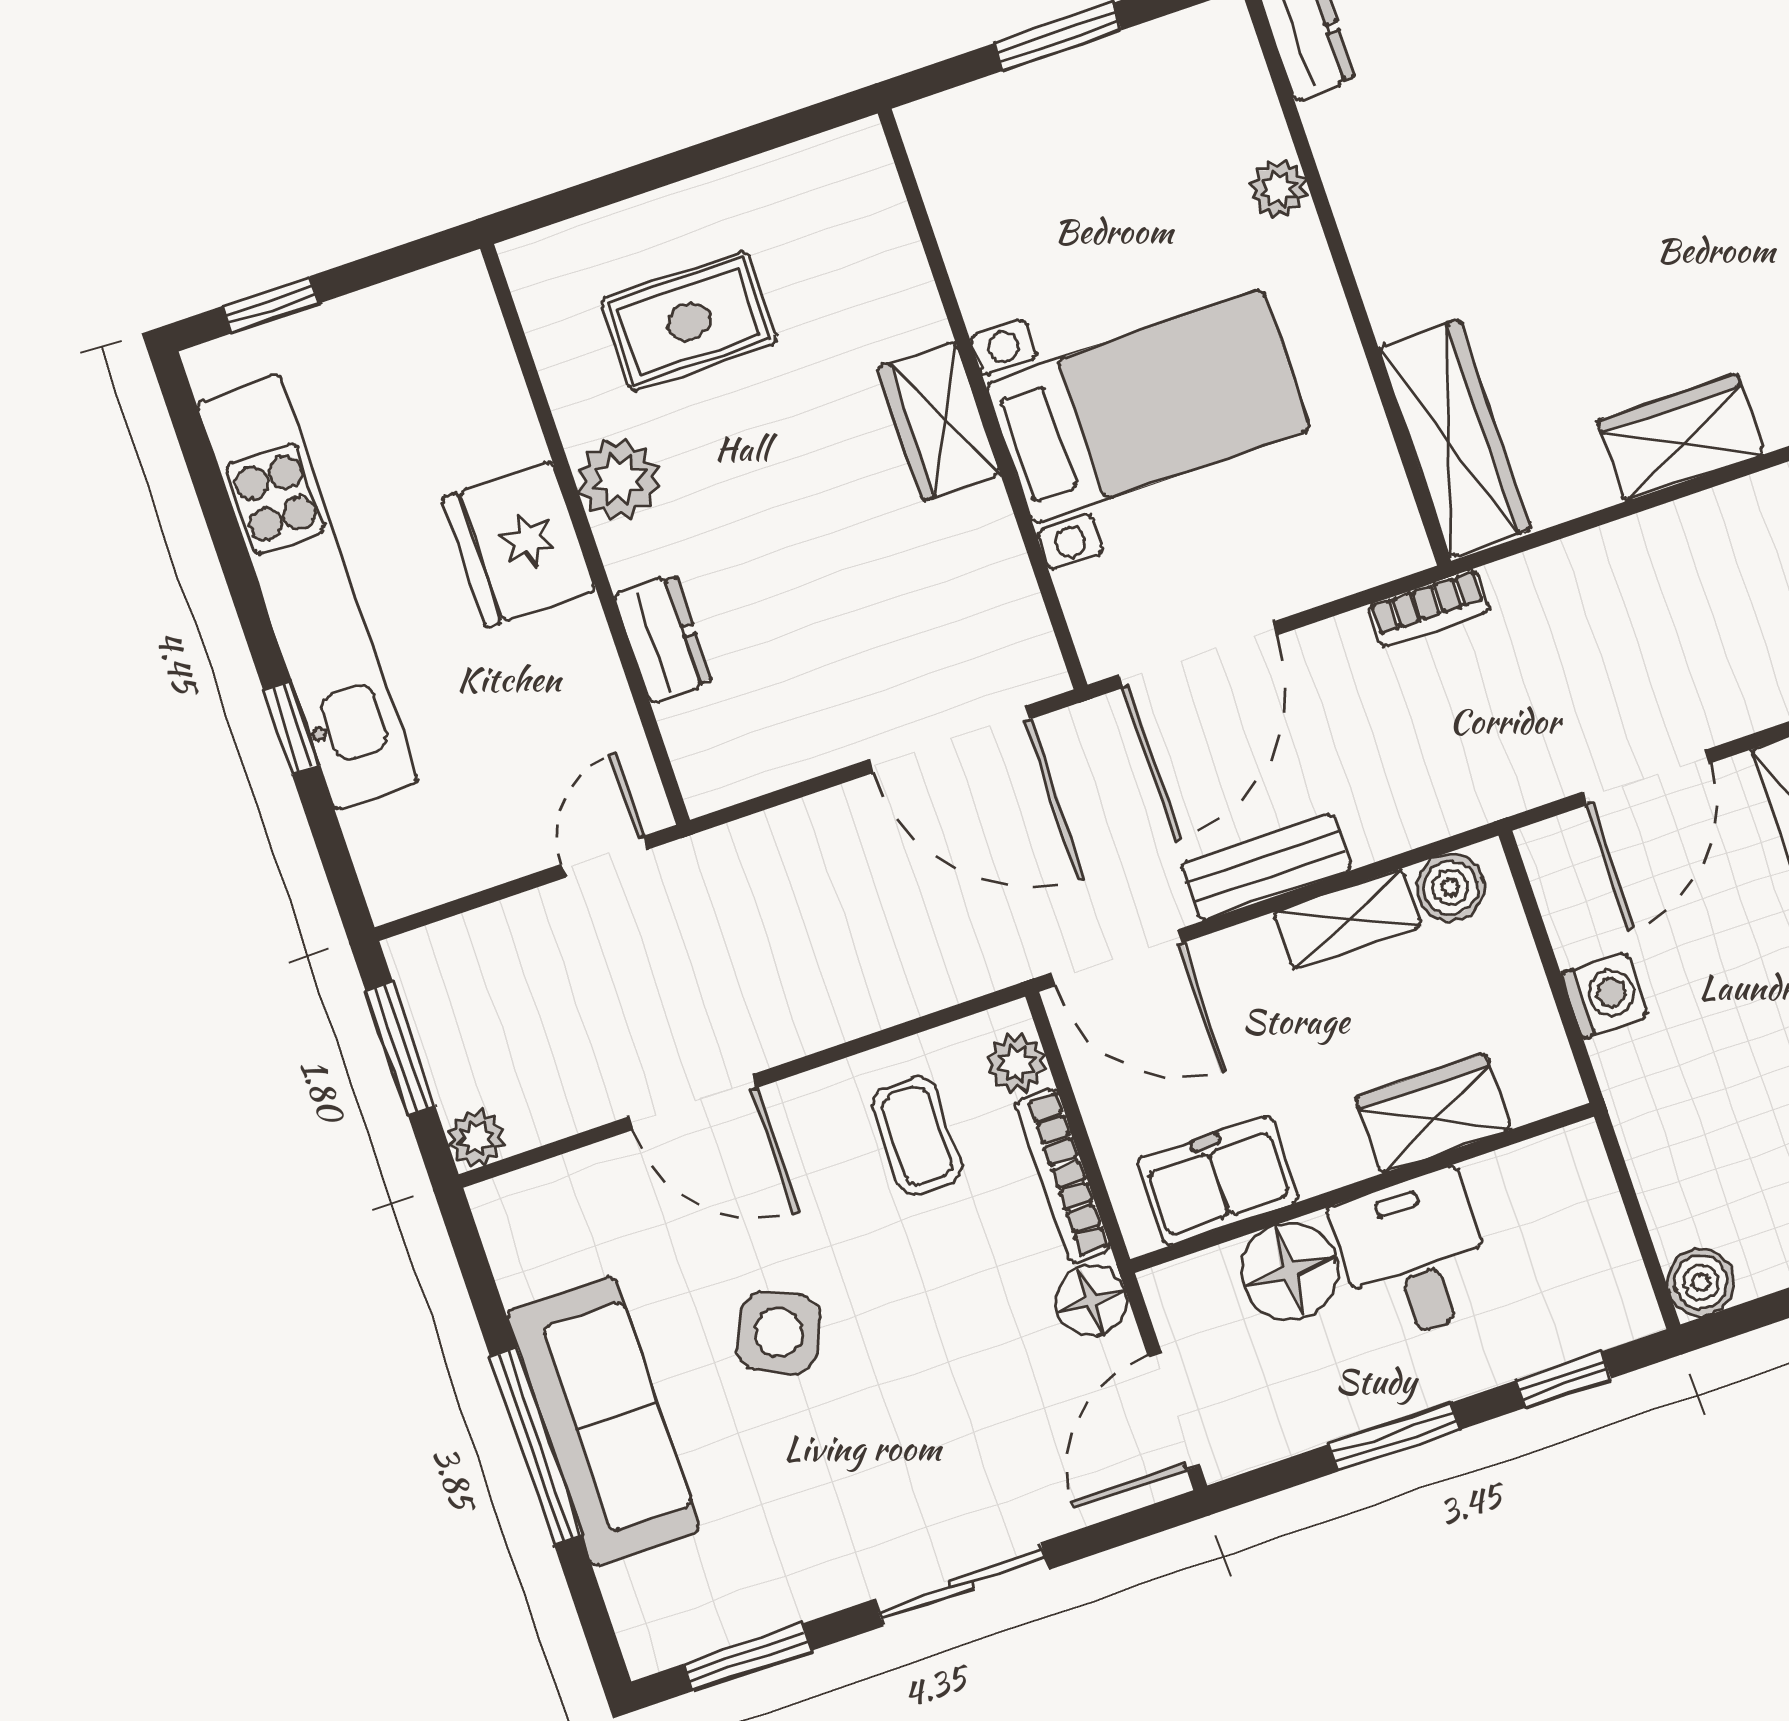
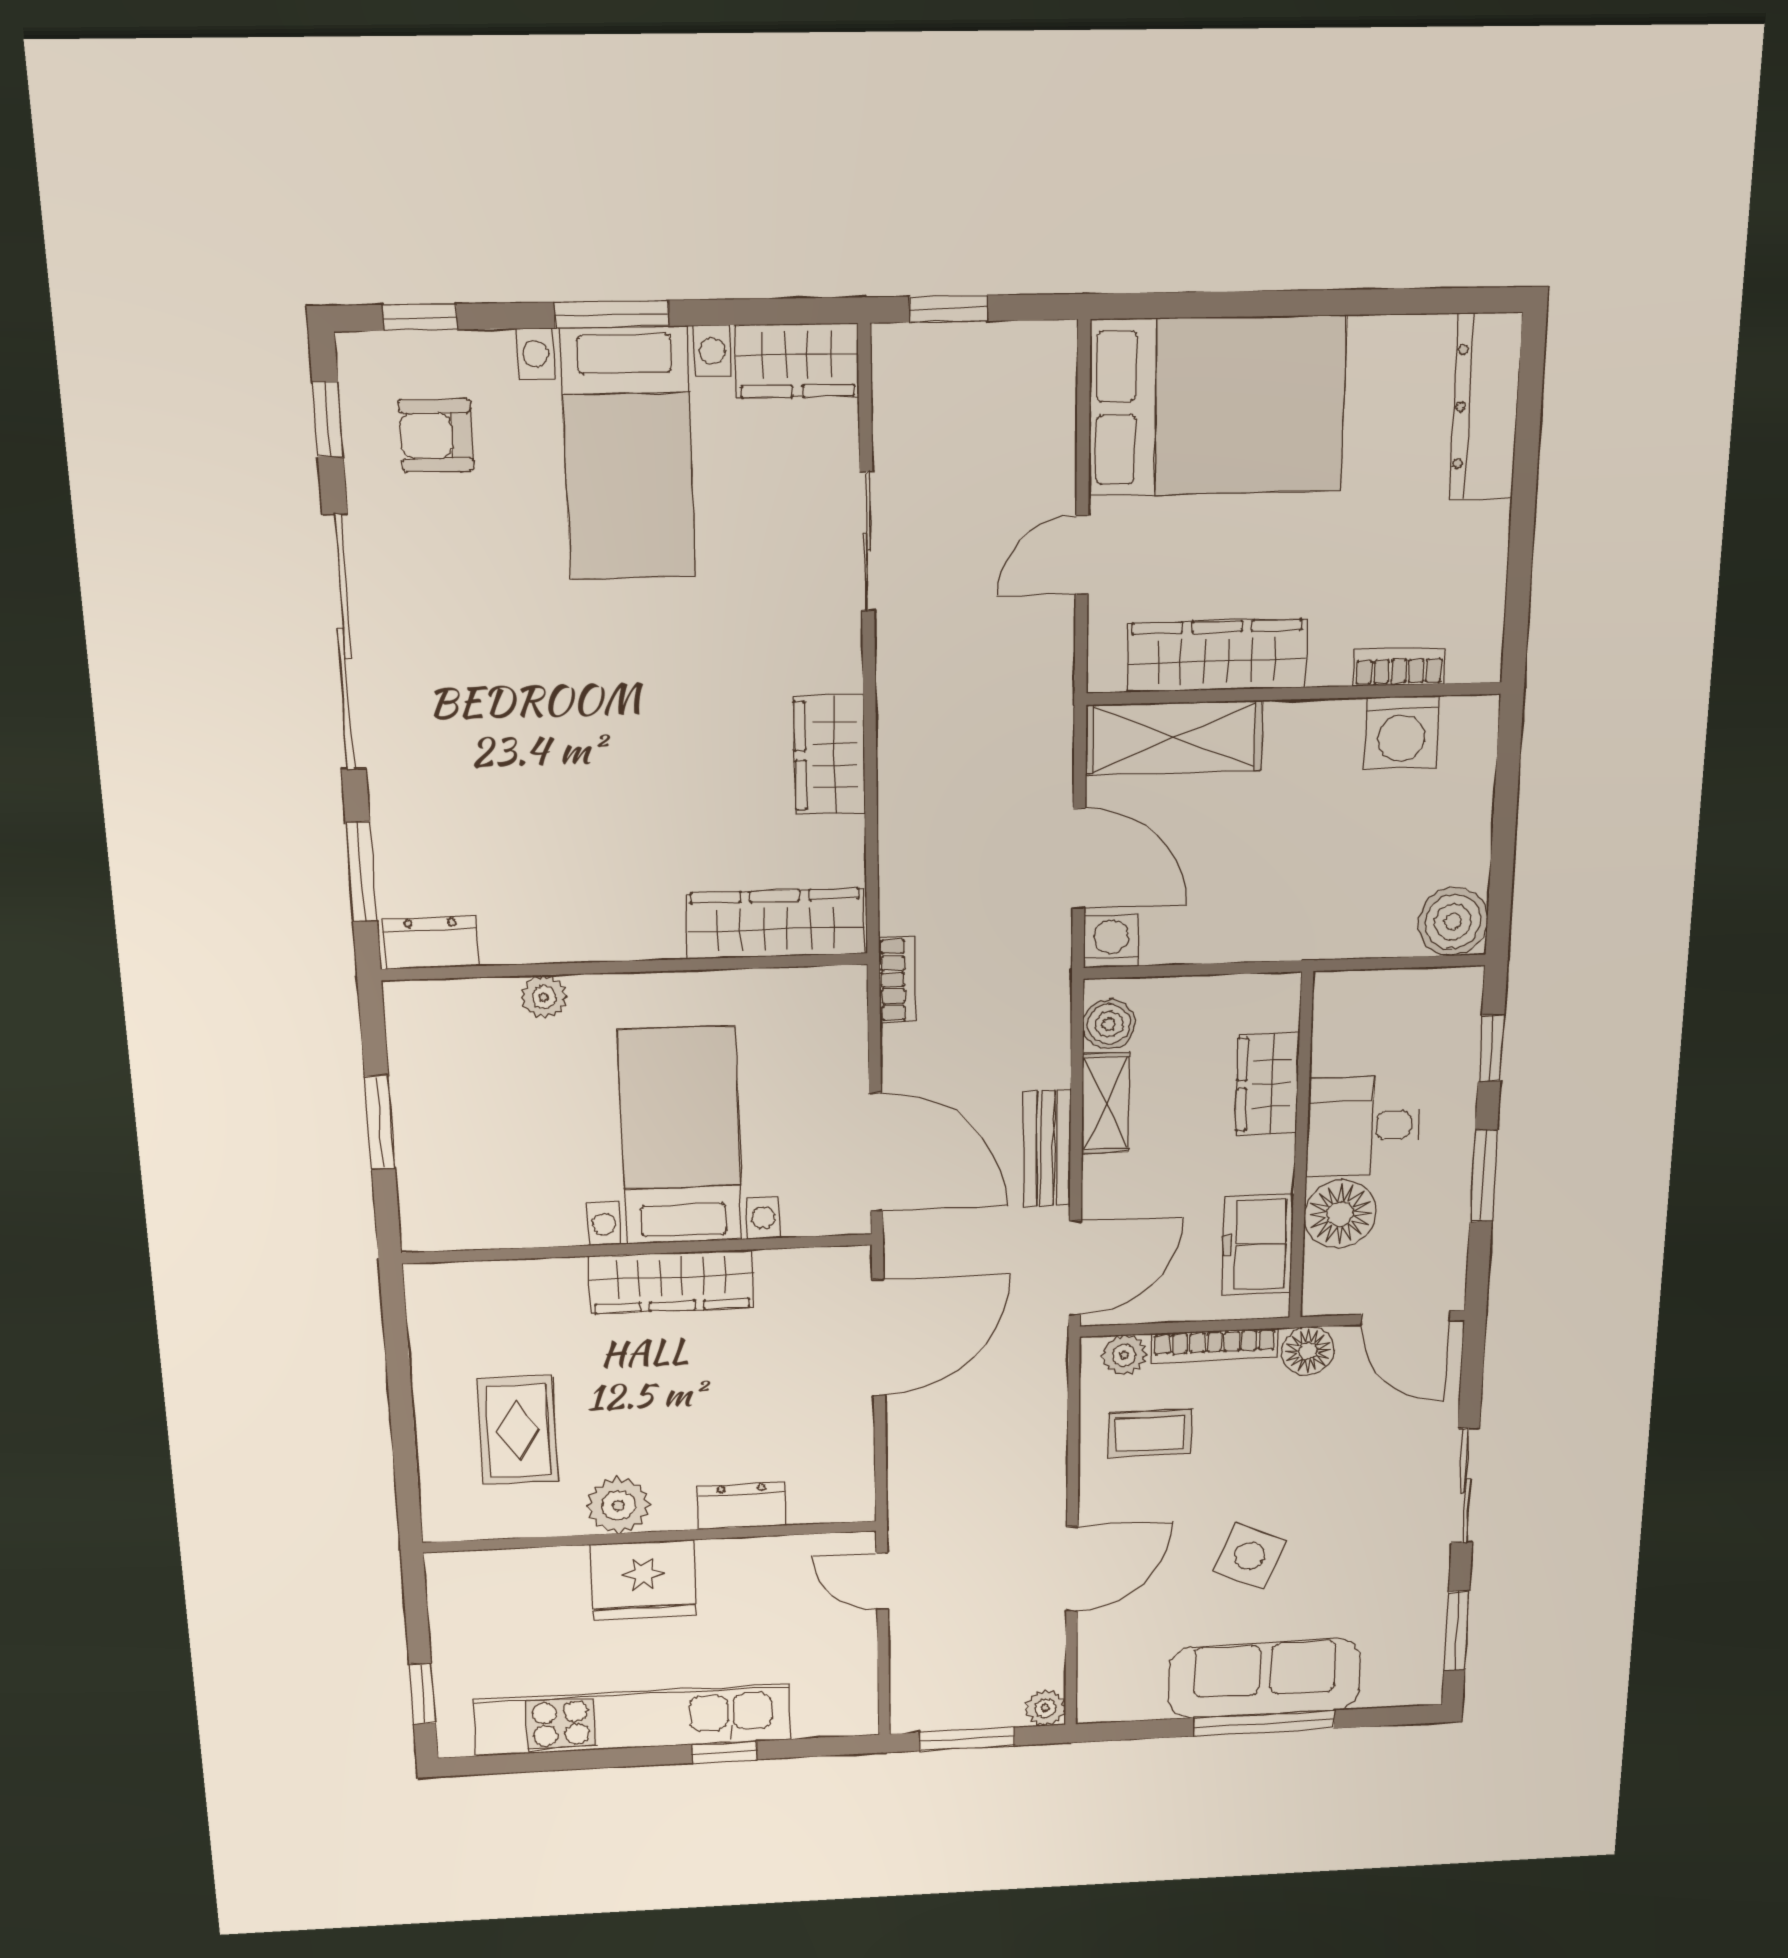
wardrobe: (939, 421) -> (672, 1282), width x1.50
washing machine: (1605, 995) -> (1111, 941), moved
boiler: (1701, 1282) -> (1453, 922), width x1.36, depth x1.36

